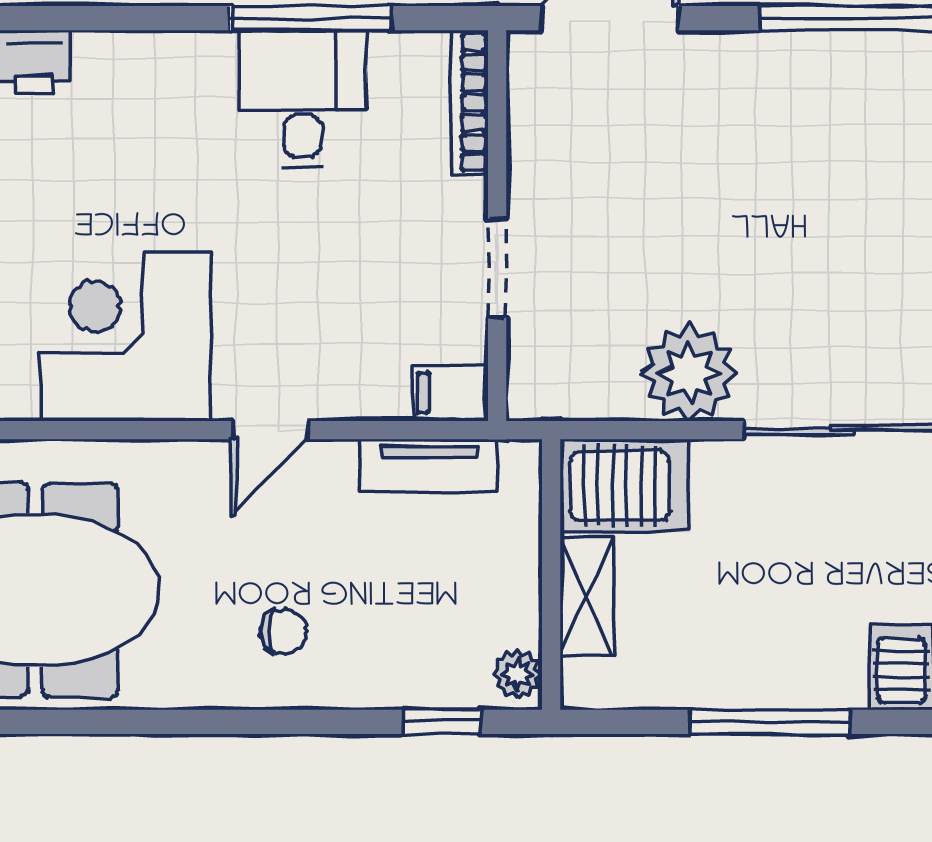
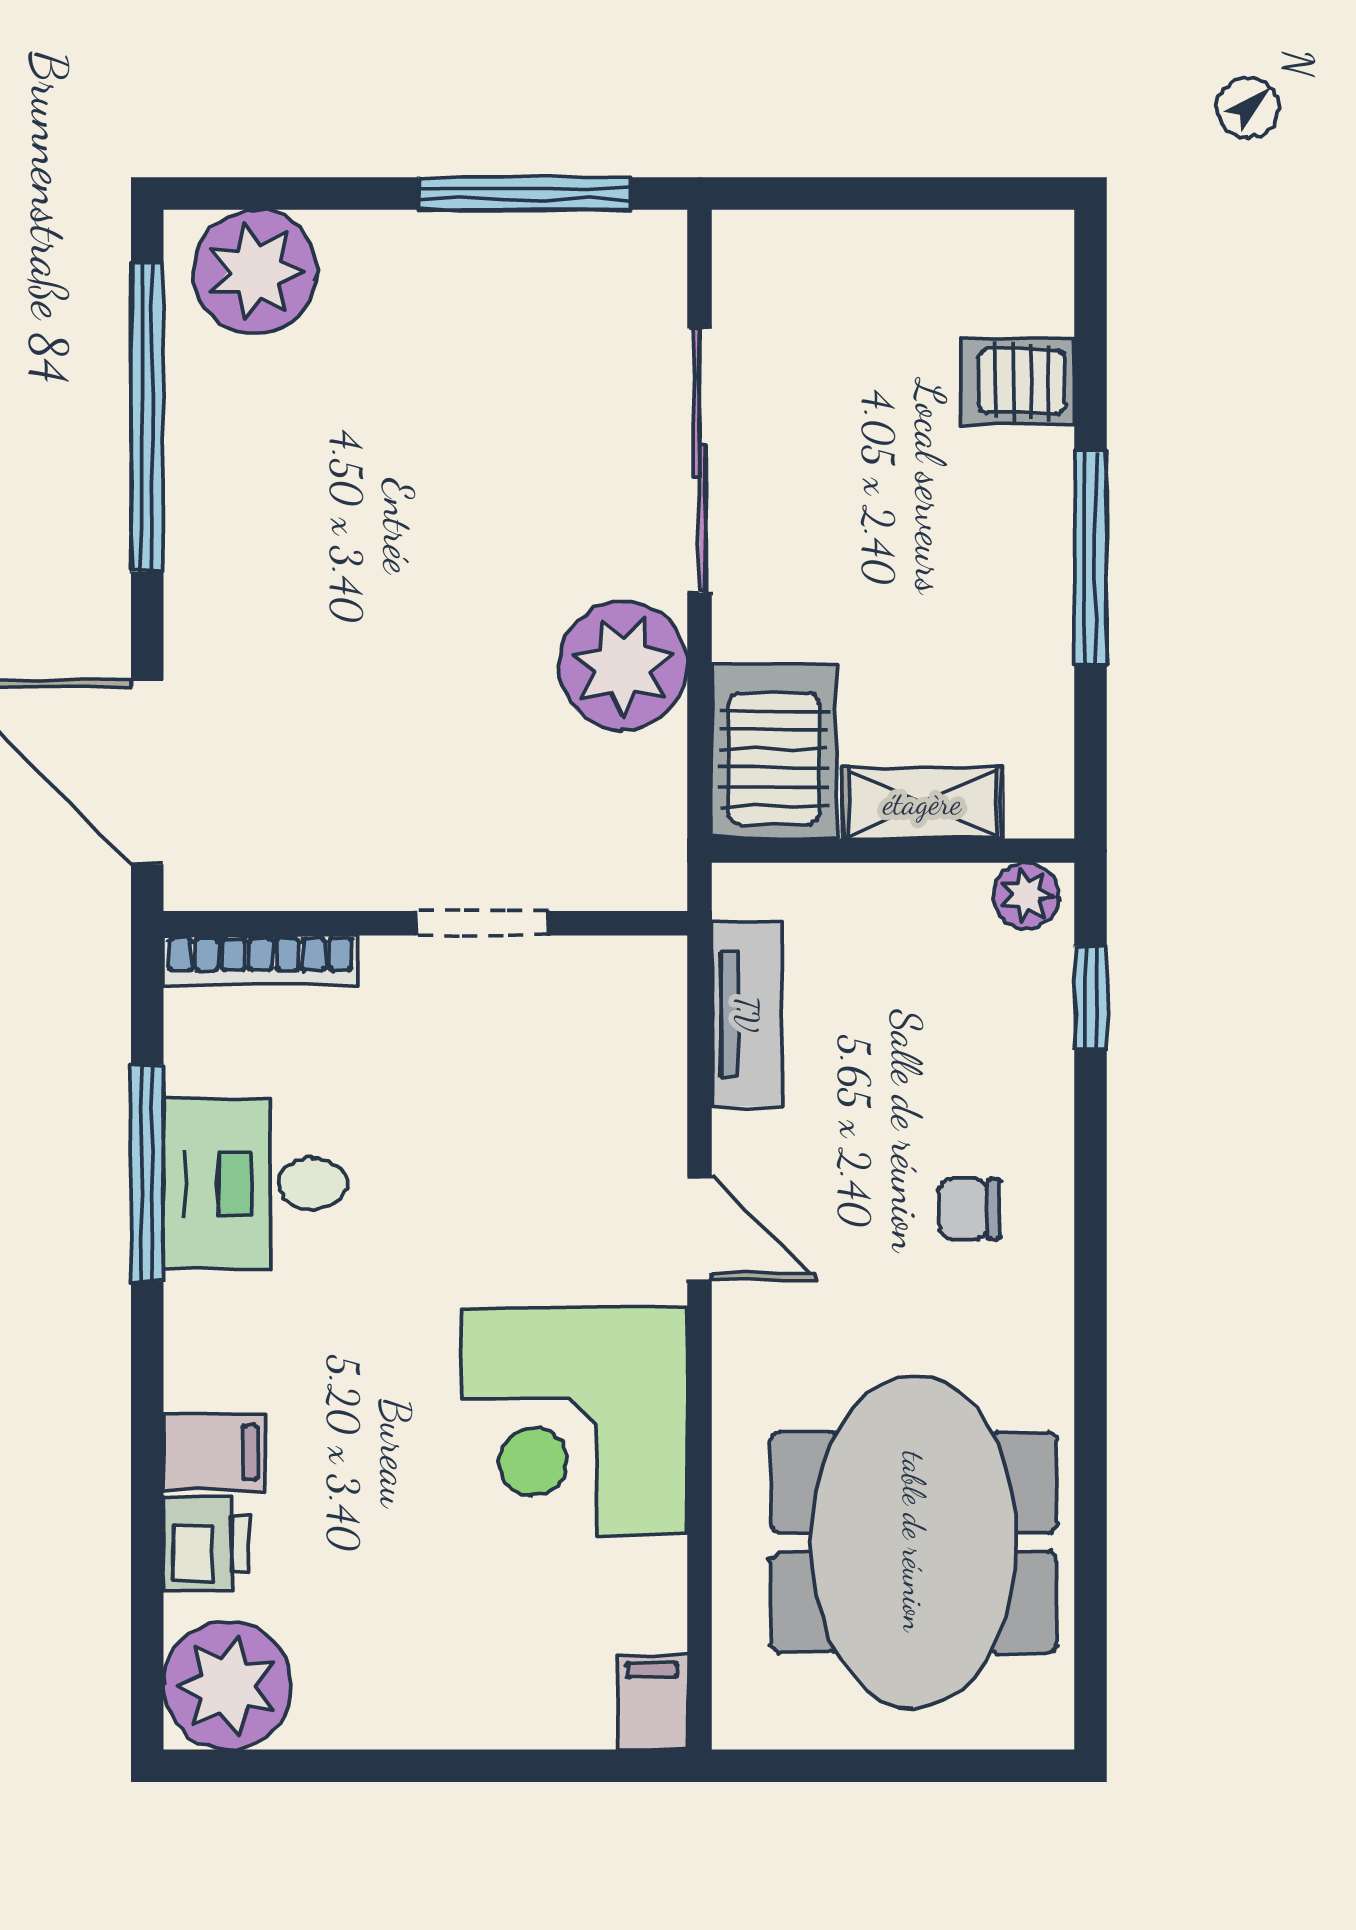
filing cabinet: (450, 393) -> (214, 1452), moved, turned -90
chair: (284, 631) -> (969, 1209), turned -90

